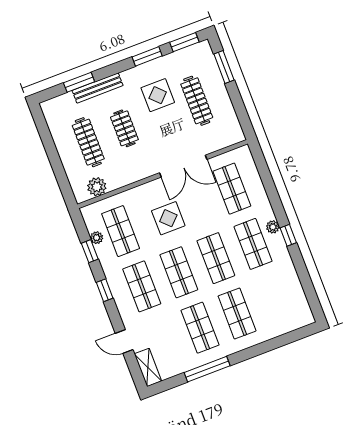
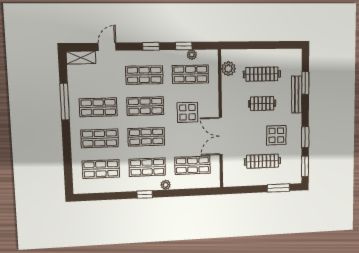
plant: (273, 227) -> (166, 185), moved
shop shelf: (274, 299) -> (101, 169), added

